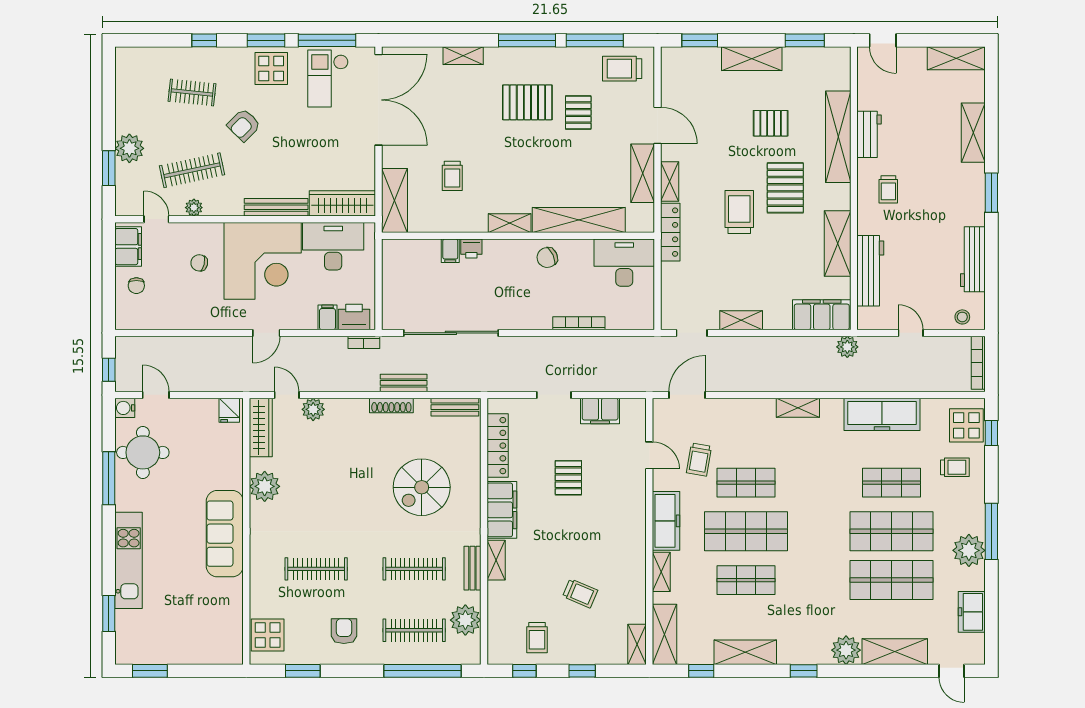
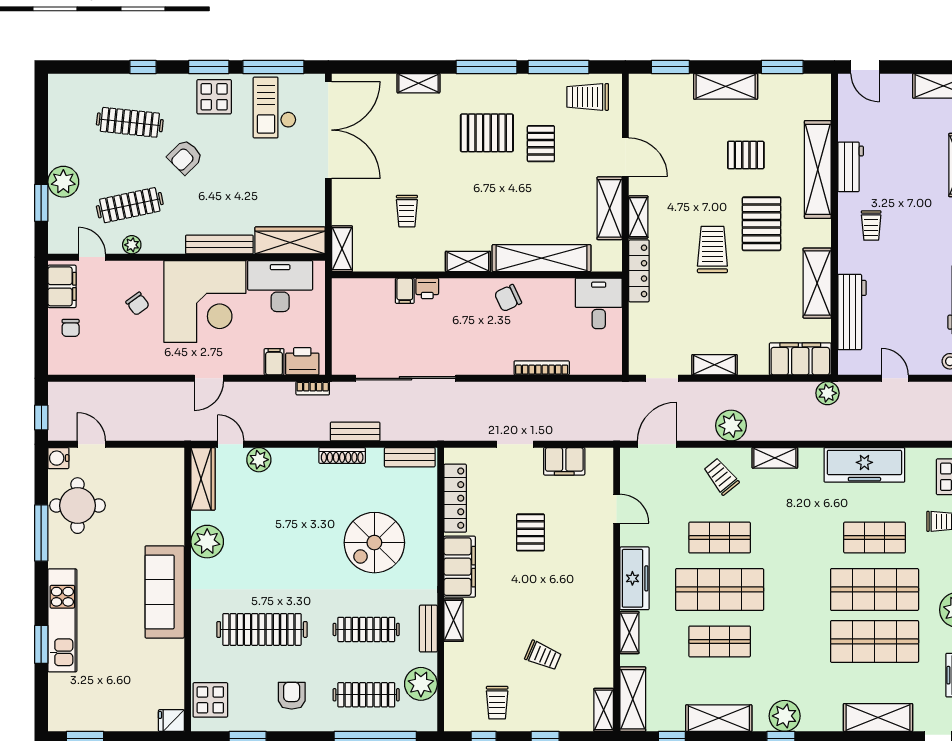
clothes rail: (192, 92) -> (130, 122), width x1.36
shelving: (394, 200) -> (342, 249), width x0.67, depth x0.75
chair: (199, 263) -> (138, 304), turned -139
desk: (624, 263) -> (599, 303), width x0.73
plant: (757, 377) -> (731, 426), added
fridge: (229, 410) -> (171, 721), moved, turned 90
trolley: (699, 459) -> (721, 476), moved, turned 131
clothes rail: (316, 569) -> (262, 629), width x1.37, depth x1.31
window: (109, 614) -> (41, 644), moved
plant: (846, 650) -> (785, 716), moved

